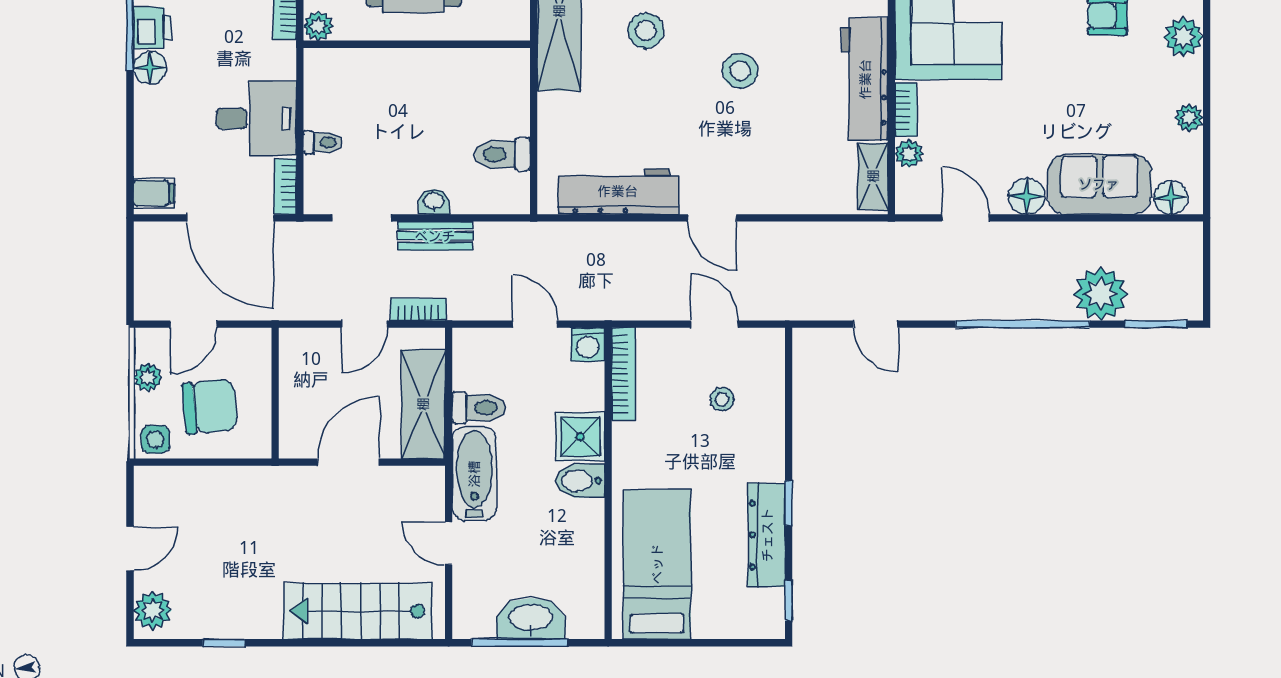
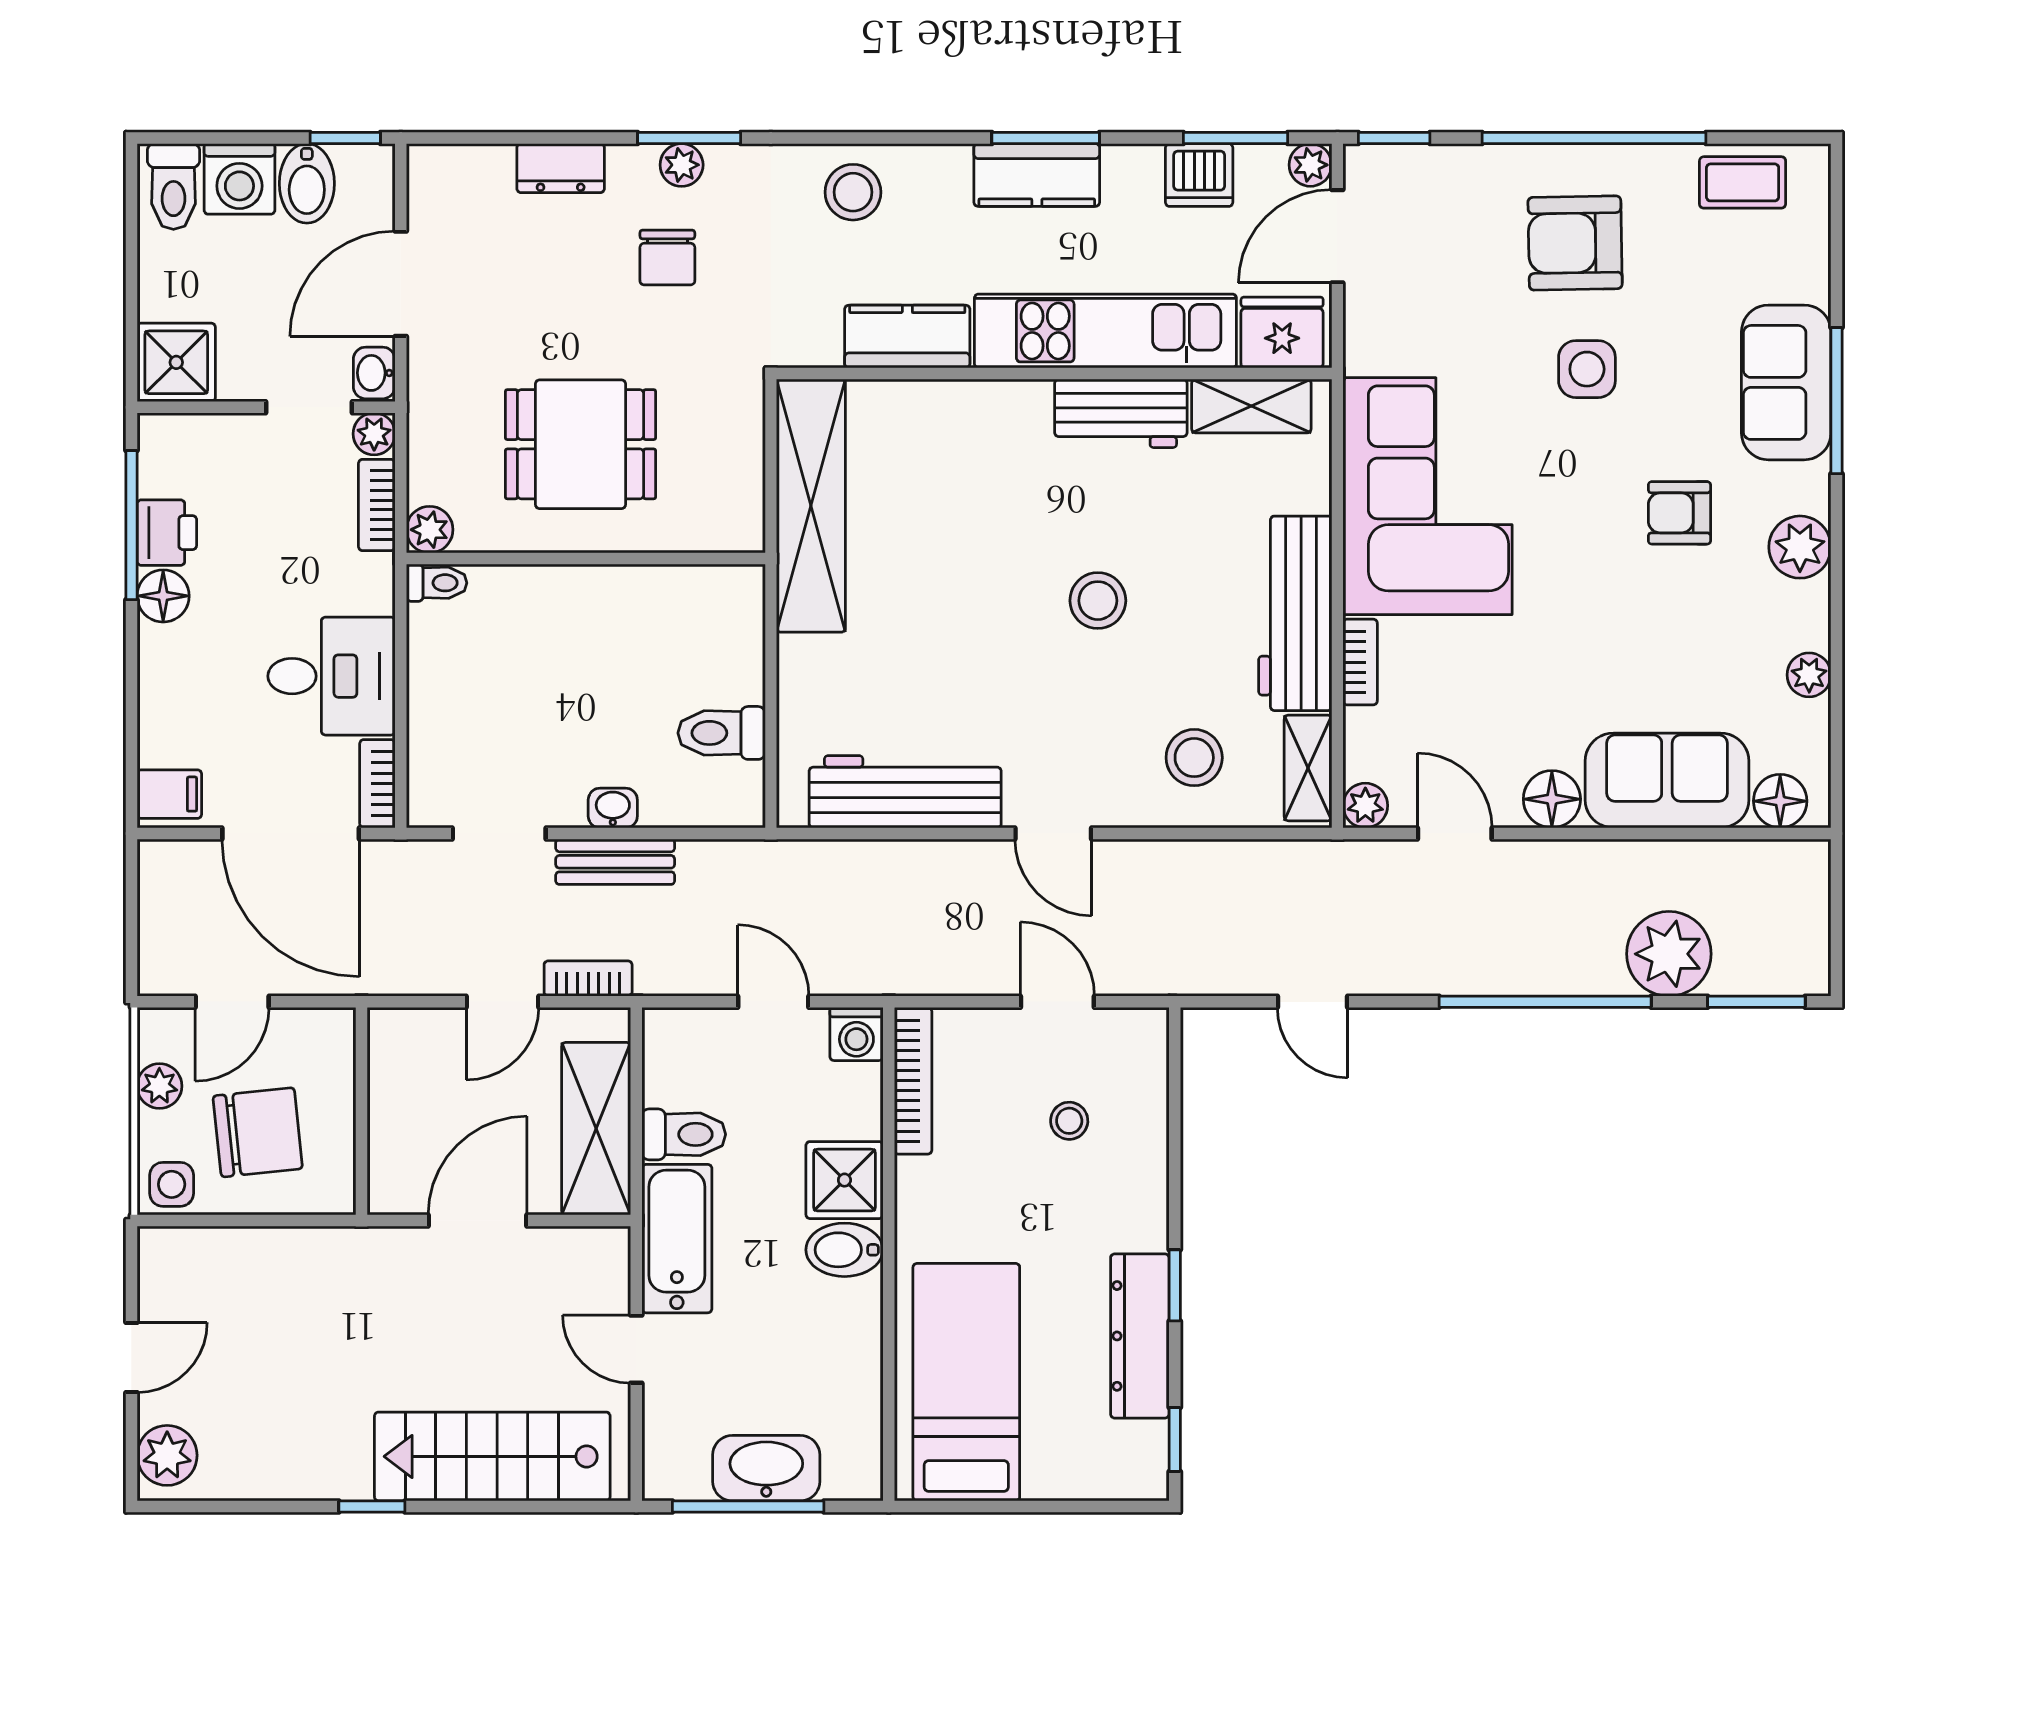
stool: (646, 31) -> (1194, 758), moved
toilet: (323, 142) -> (437, 583), moved
plant: (909, 154) -> (1365, 806), moved
window: (224, 643) -> (372, 1507), moved

